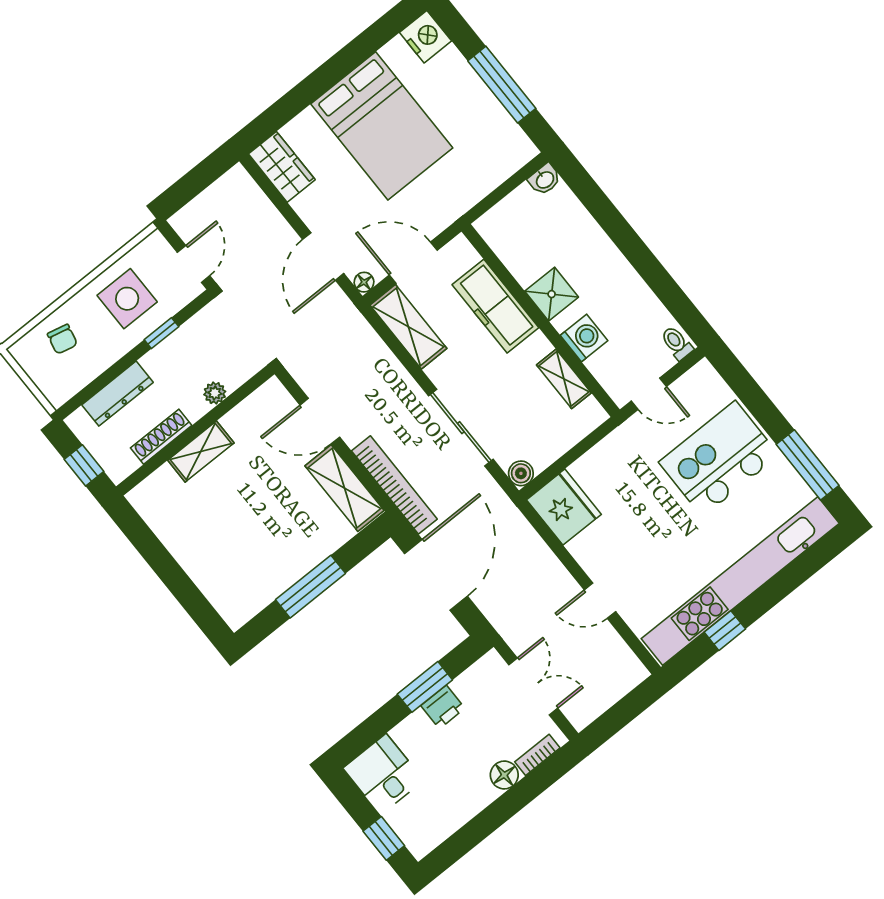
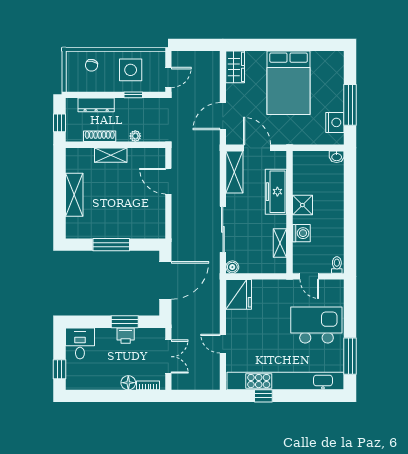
nightstand: (426, 37) -> (335, 122), moved
floor lamp: (364, 282) -> (231, 140), removed
bookcase: (394, 485) -> (178, 231), removed
shelving: (345, 488) -> (74, 195), moved

